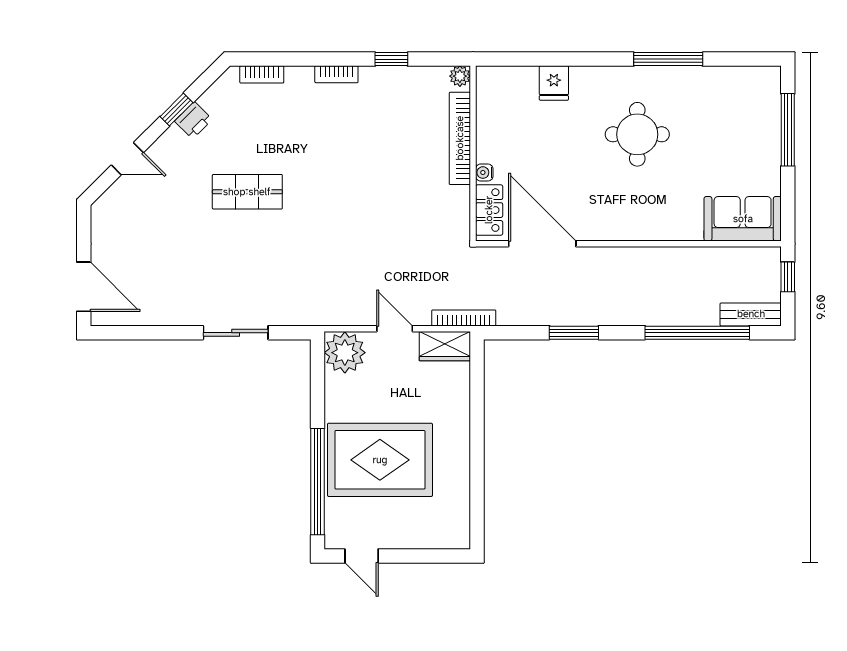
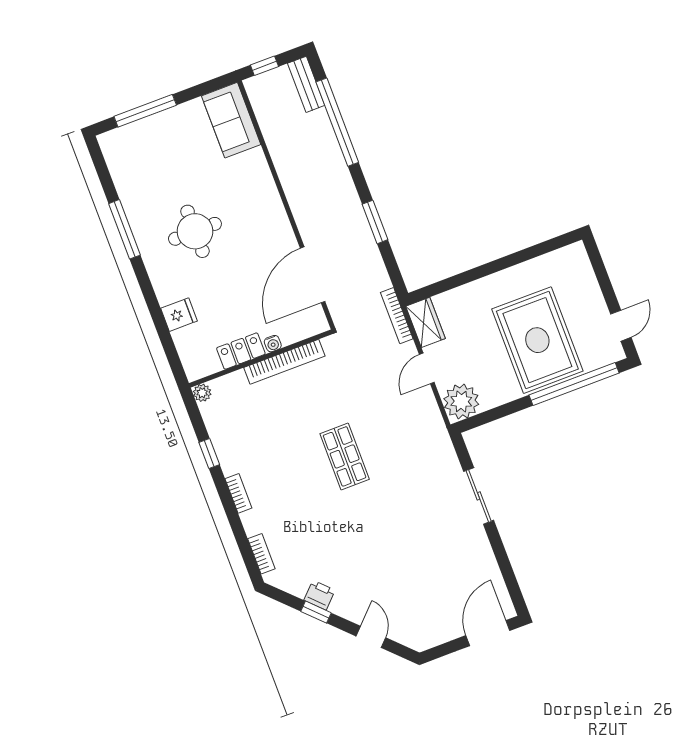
bookcase: (460, 138) -> (284, 362), moved
shop shelf: (247, 192) -> (345, 456), moved
locker: (489, 210) -> (241, 351), moved

